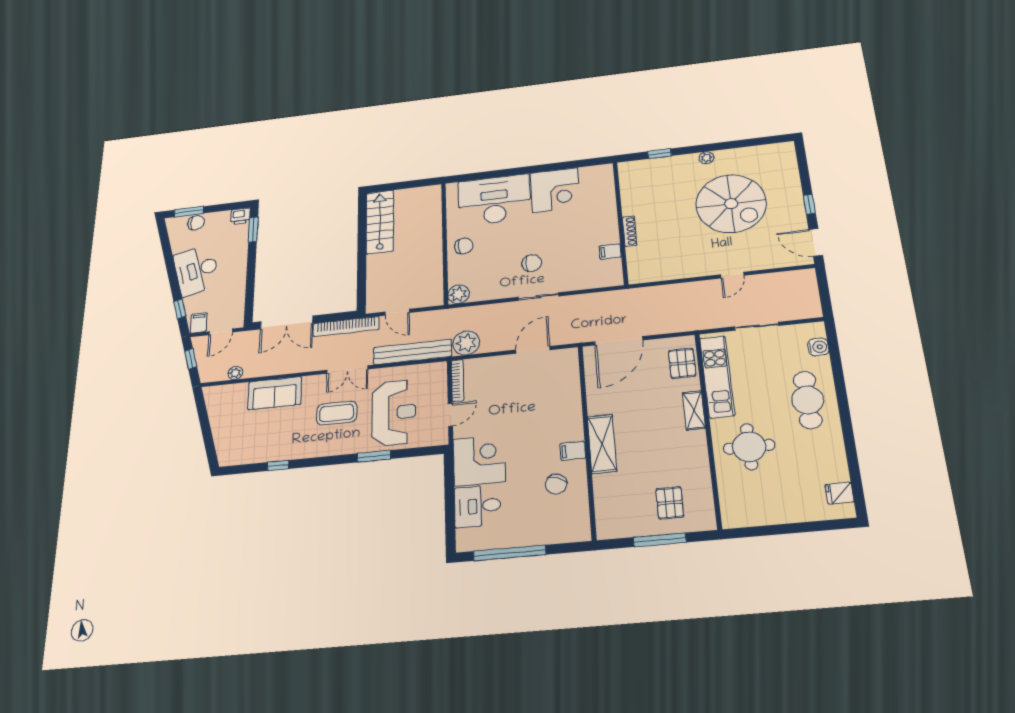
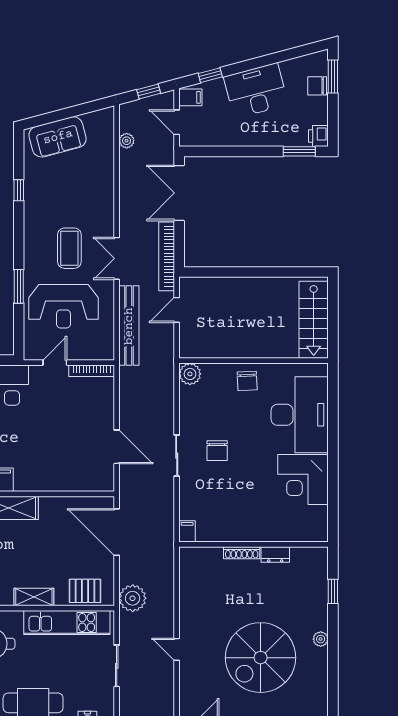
dresser: (629, 204) -> (275, 555), added
stairs: (380, 222) -> (314, 320), moved, turned 90
chair: (196, 223) -> (317, 86), turned 90
filing cabinet: (610, 252) -> (187, 531), moved
plant: (466, 343) -> (133, 598), moved
sofa: (275, 393) -> (58, 137), moved, turned -105
door: (450, 415) -> (55, 363), swing flipped

